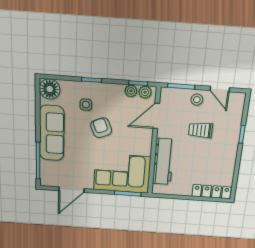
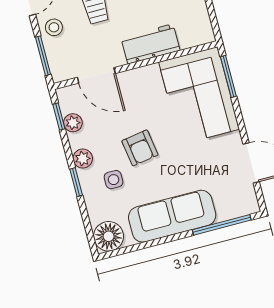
plant: (145, 92) -> (83, 159), moved
armchair: (101, 128) -> (140, 148), turned -76
workbench: (163, 162) -> (150, 44), width x0.73

